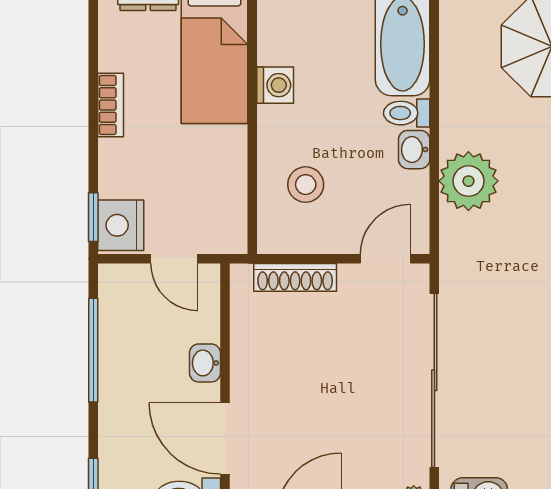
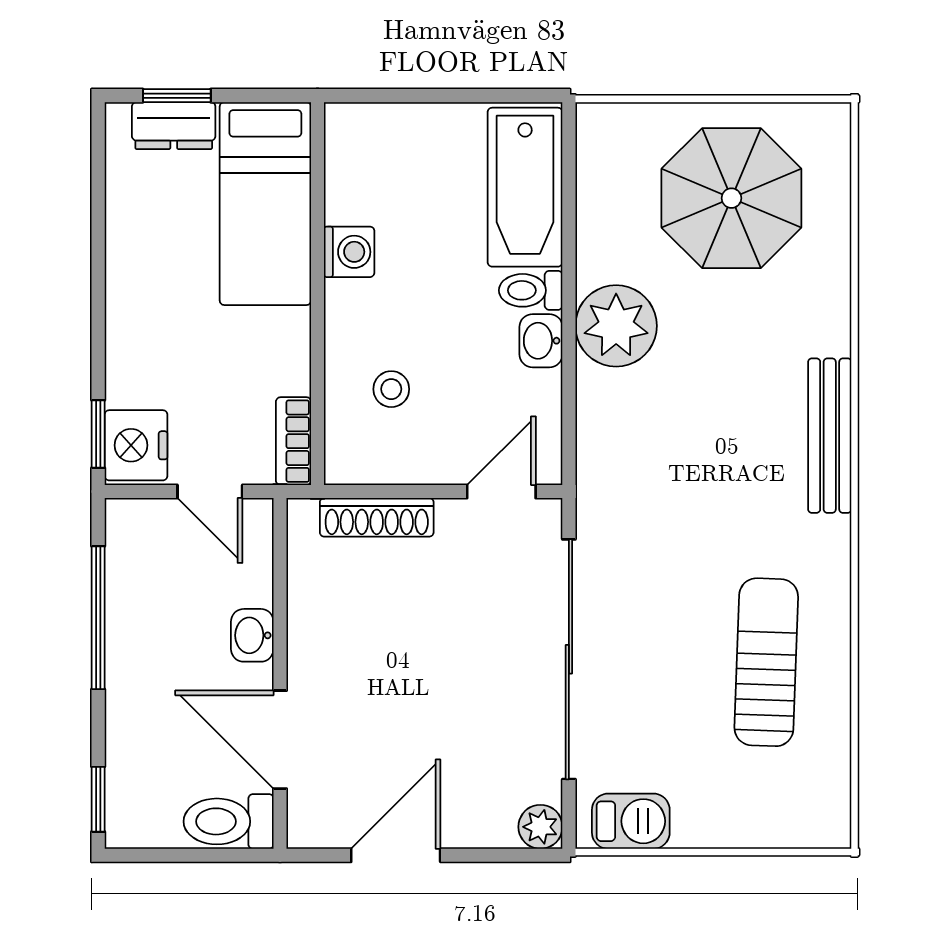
bookcase: (111, 105) -> (293, 441), moved, turned 180
plant: (468, 181) -> (616, 326), moved
stool: (306, 185) -> (391, 389), width x0.73, depth x0.73

